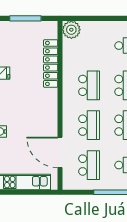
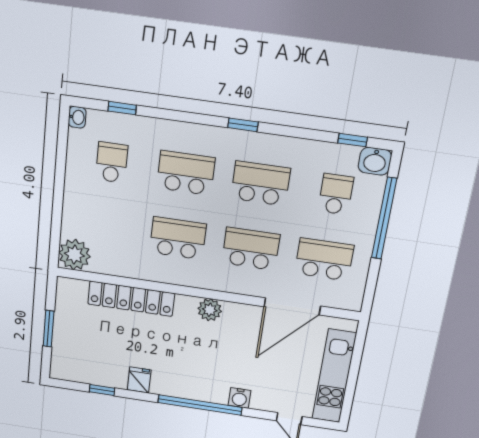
window: (25, 18) -> (49, 329), width x0.69
plant: (51, 108) -> (210, 310), added

